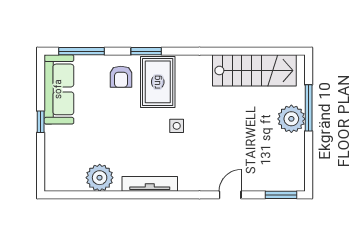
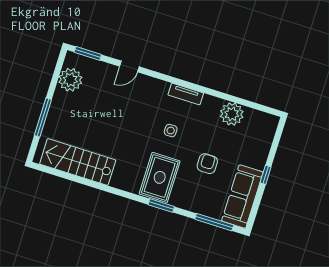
armchair: (121, 77) -> (207, 164), moved
plant: (291, 119) -> (70, 80), moved
side table: (177, 126) -> (171, 131), moved
tv unit: (150, 184) -> (186, 94), width x0.71

